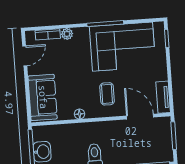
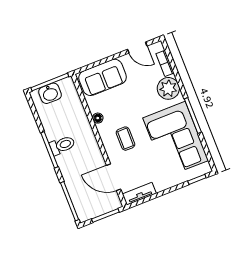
plant: (67, 34) -> (168, 88), width x1.88, depth x1.88
coffee table: (107, 94) -> (125, 139), turned 90
door: (140, 117) -> (114, 177), swing flipped

